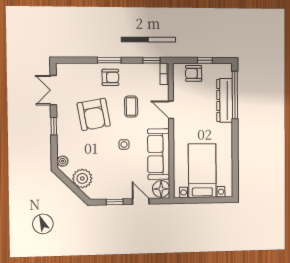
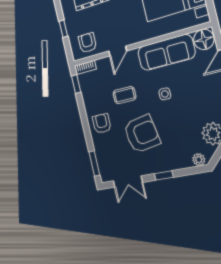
window: (109, 60) -> (94, 163), moved
armchair: (194, 73) -> (87, 43), moved, turned 180

